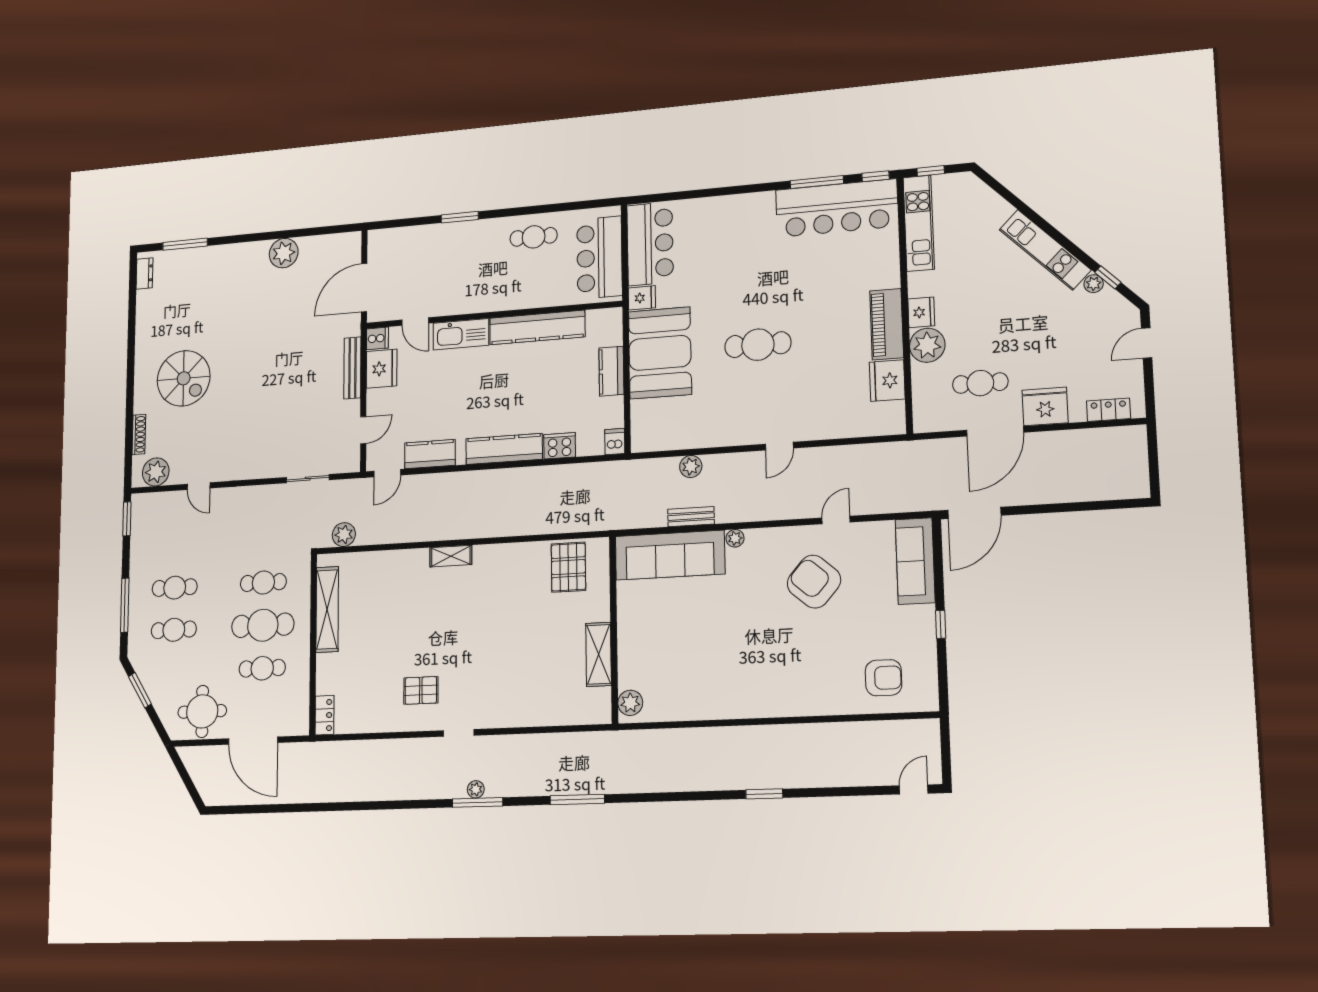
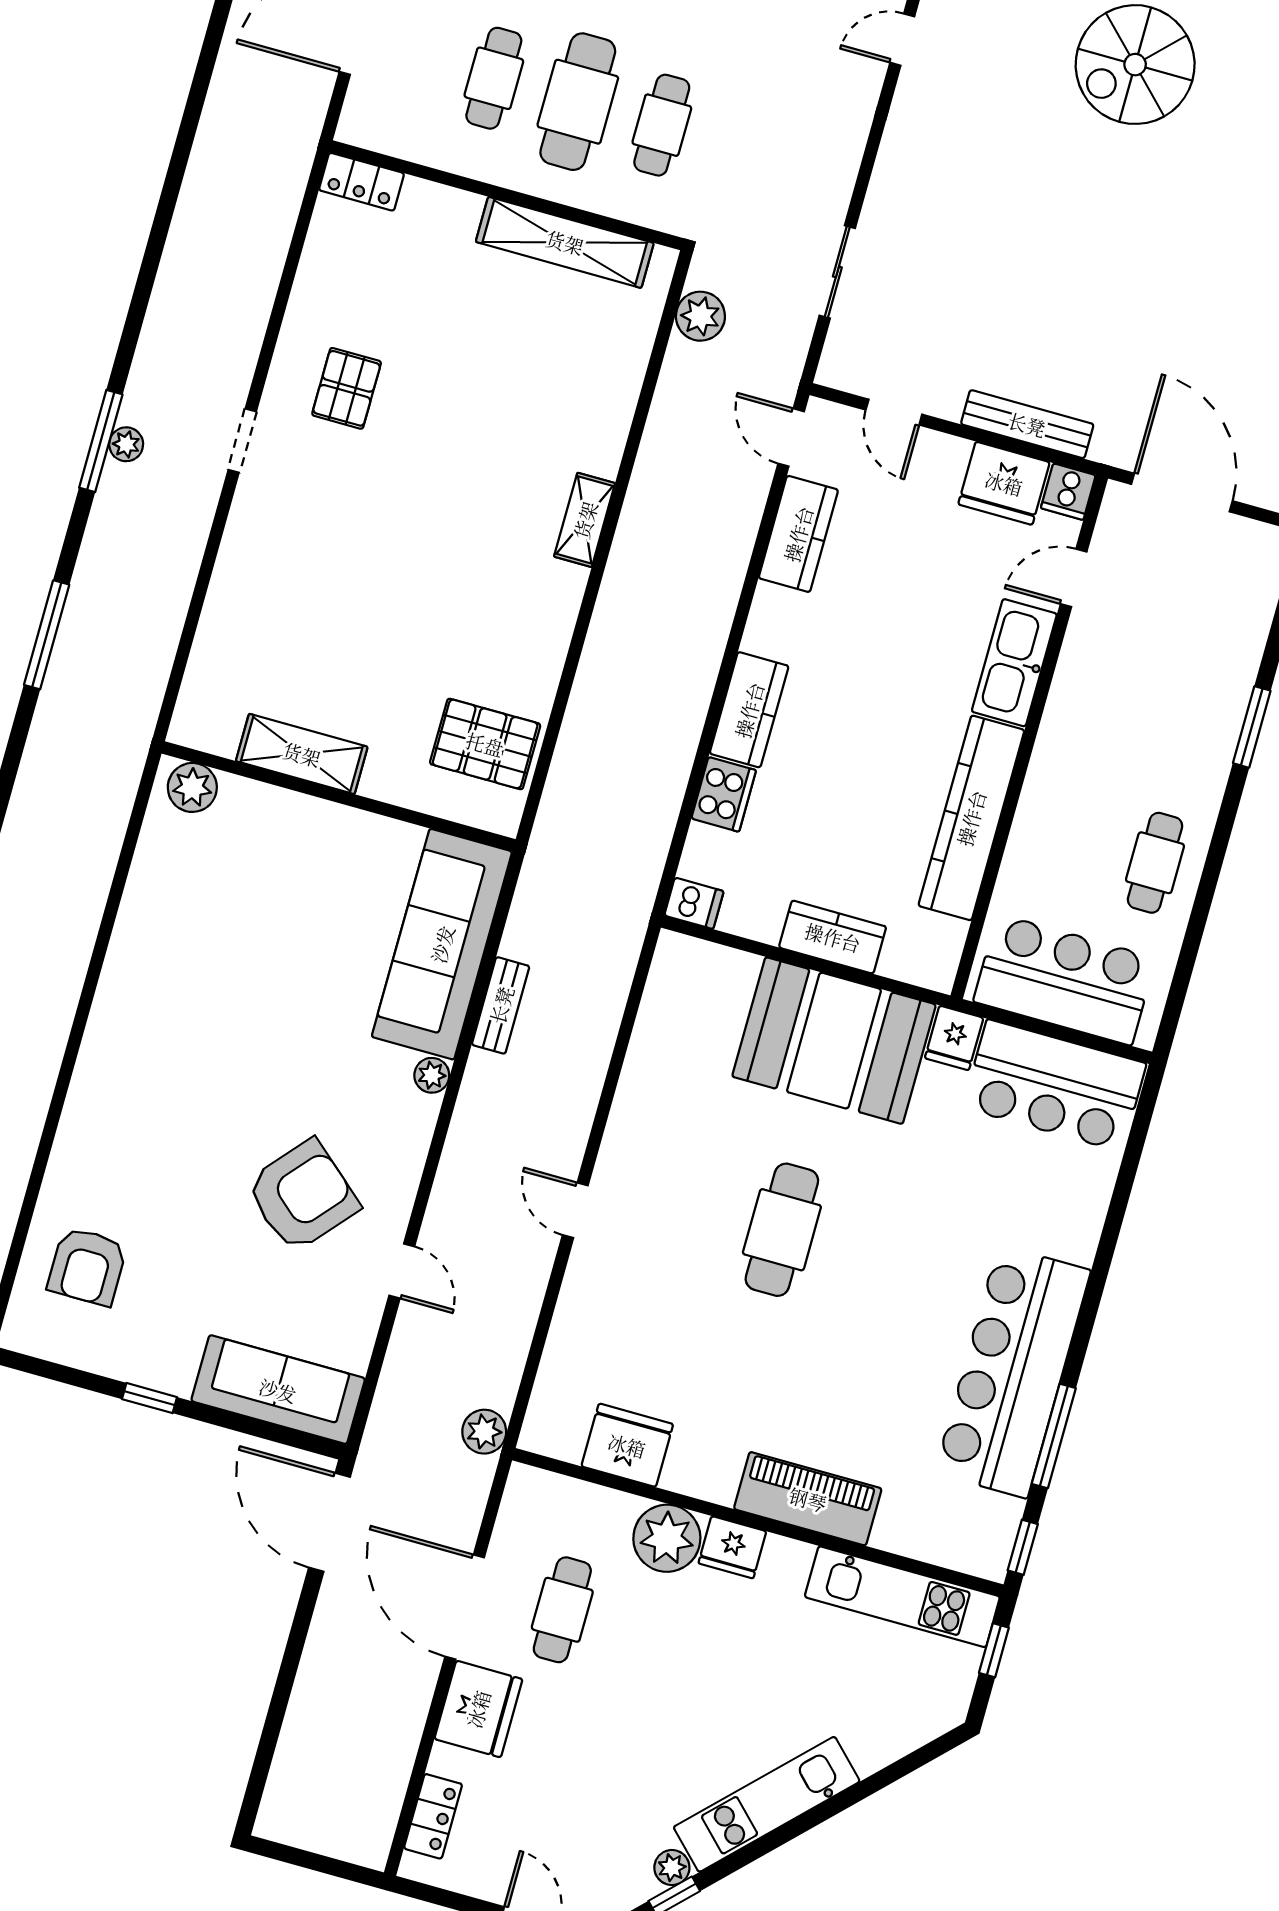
bar counter: (837, 208) -> (1013, 1372), moved
piano: (887, 324) -> (808, 1499), moved
kitchen counter: (504, 449) -> (749, 710), width x0.67
plant: (691, 466) -> (484, 1432), moved

